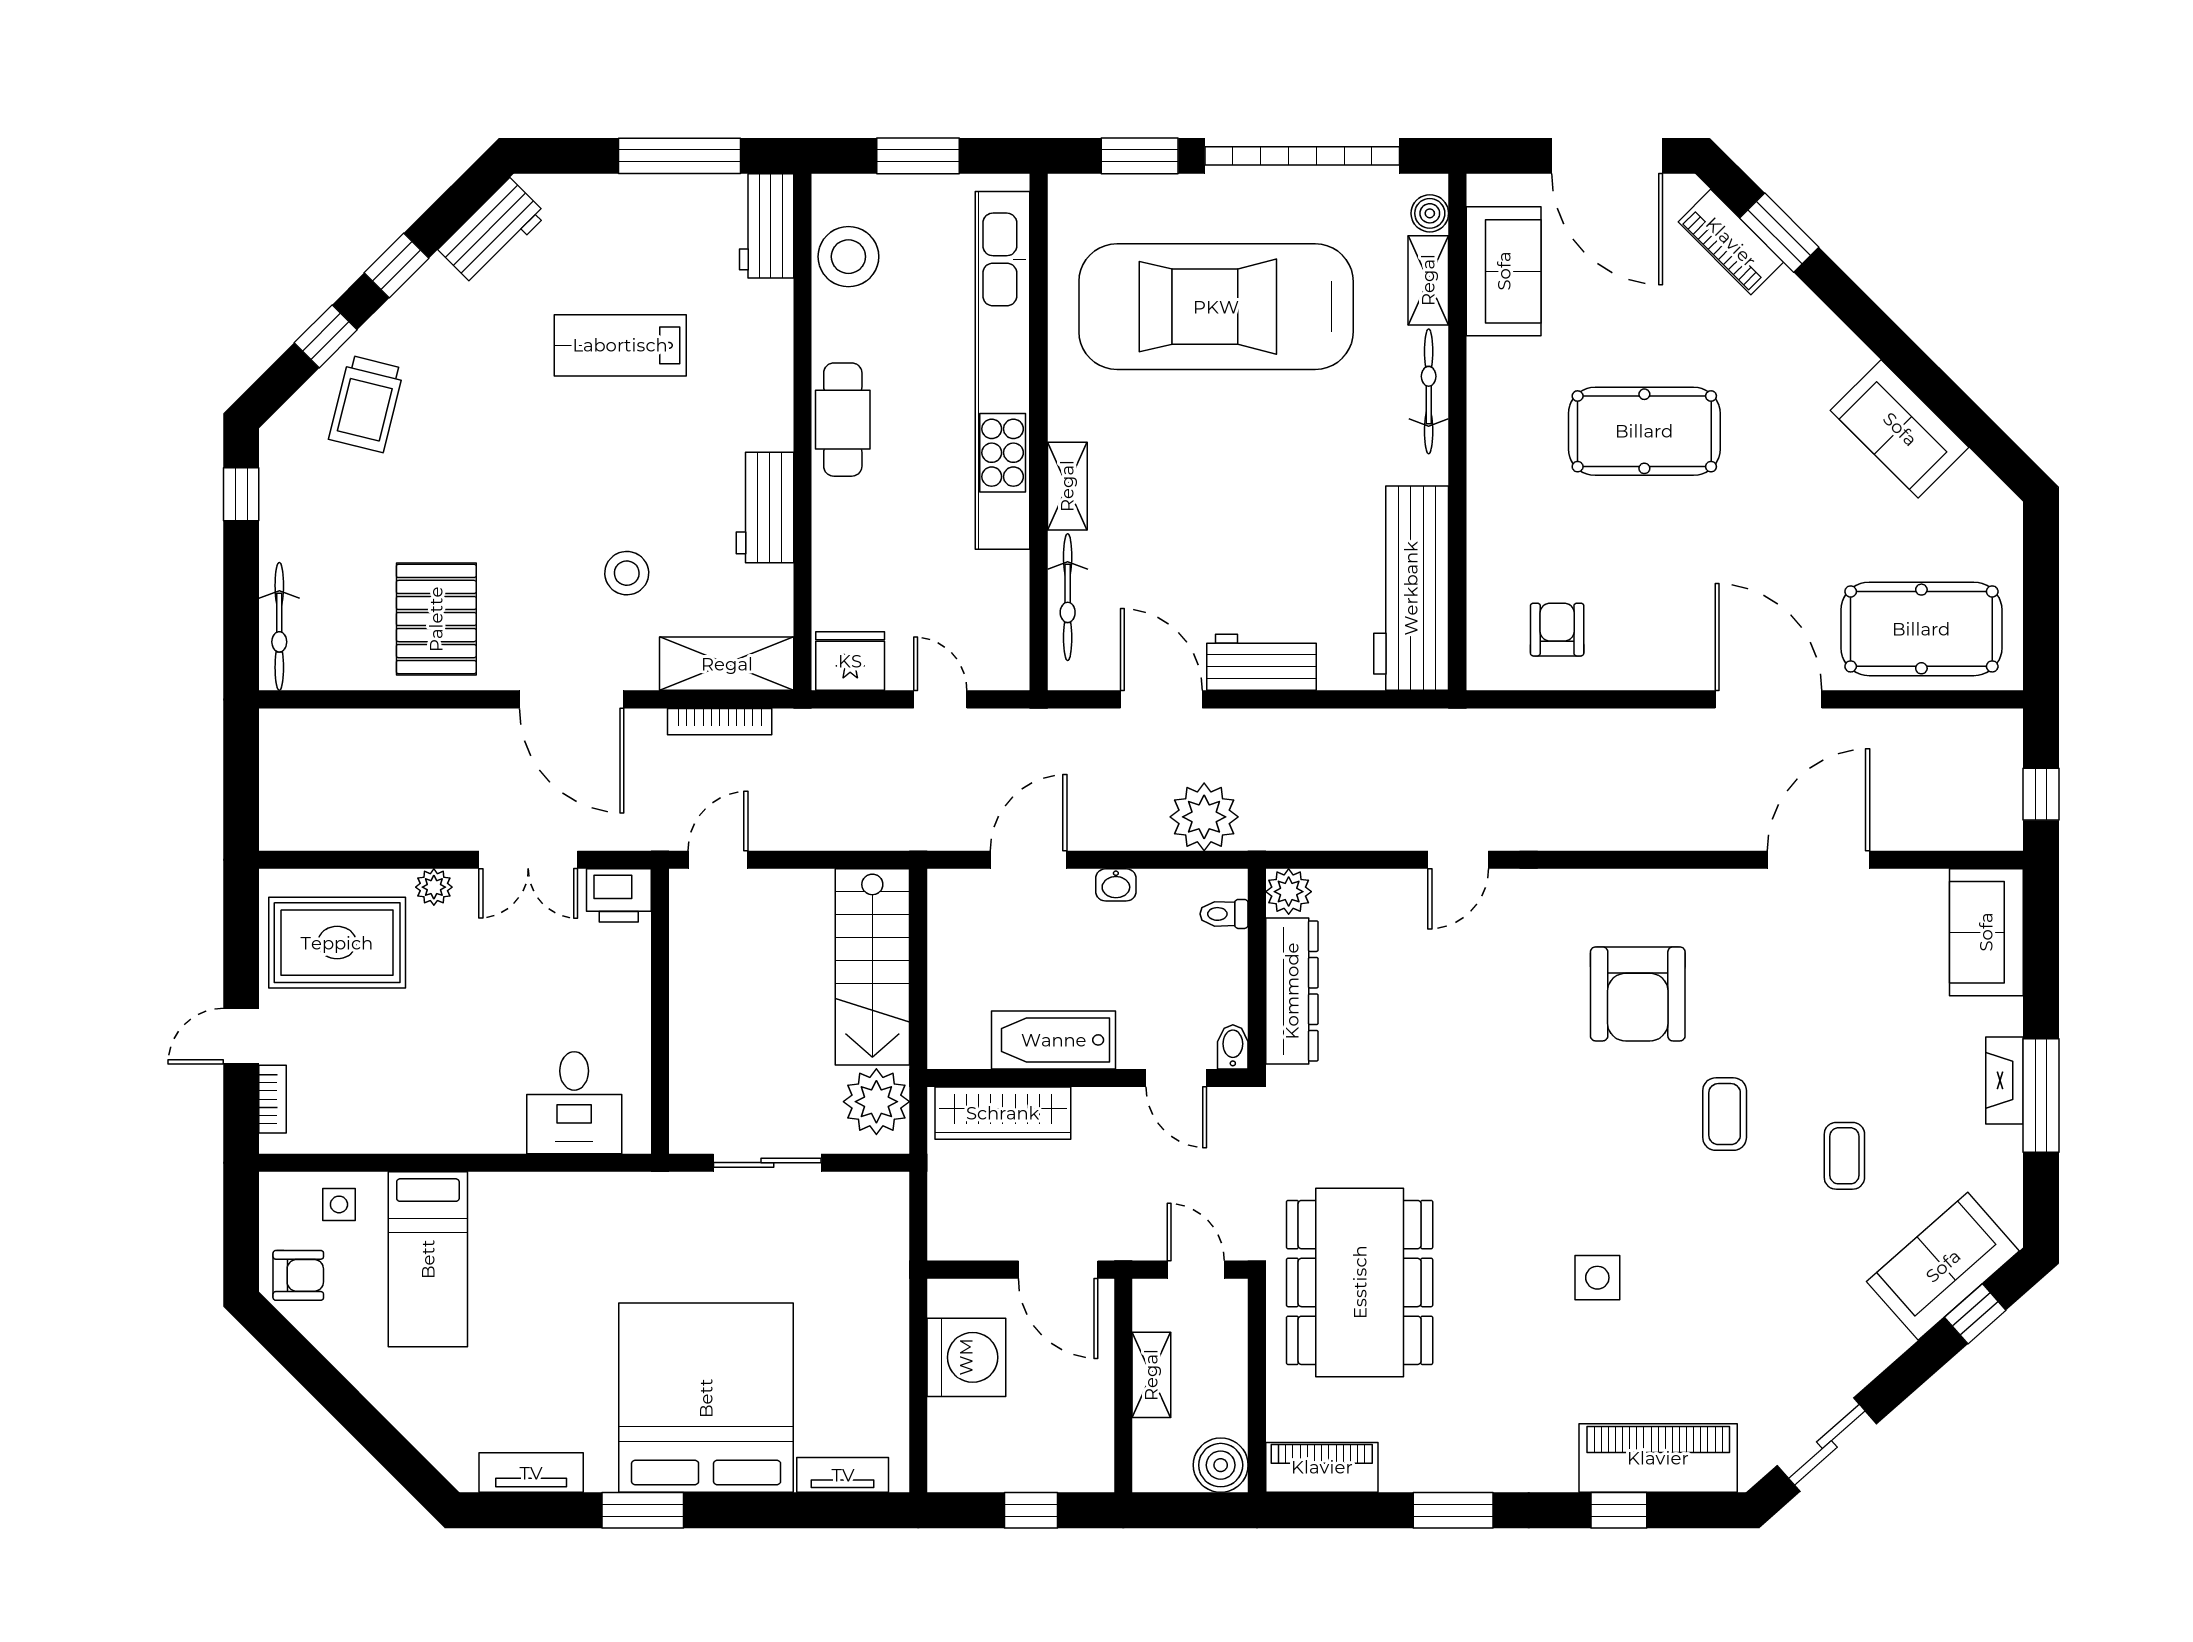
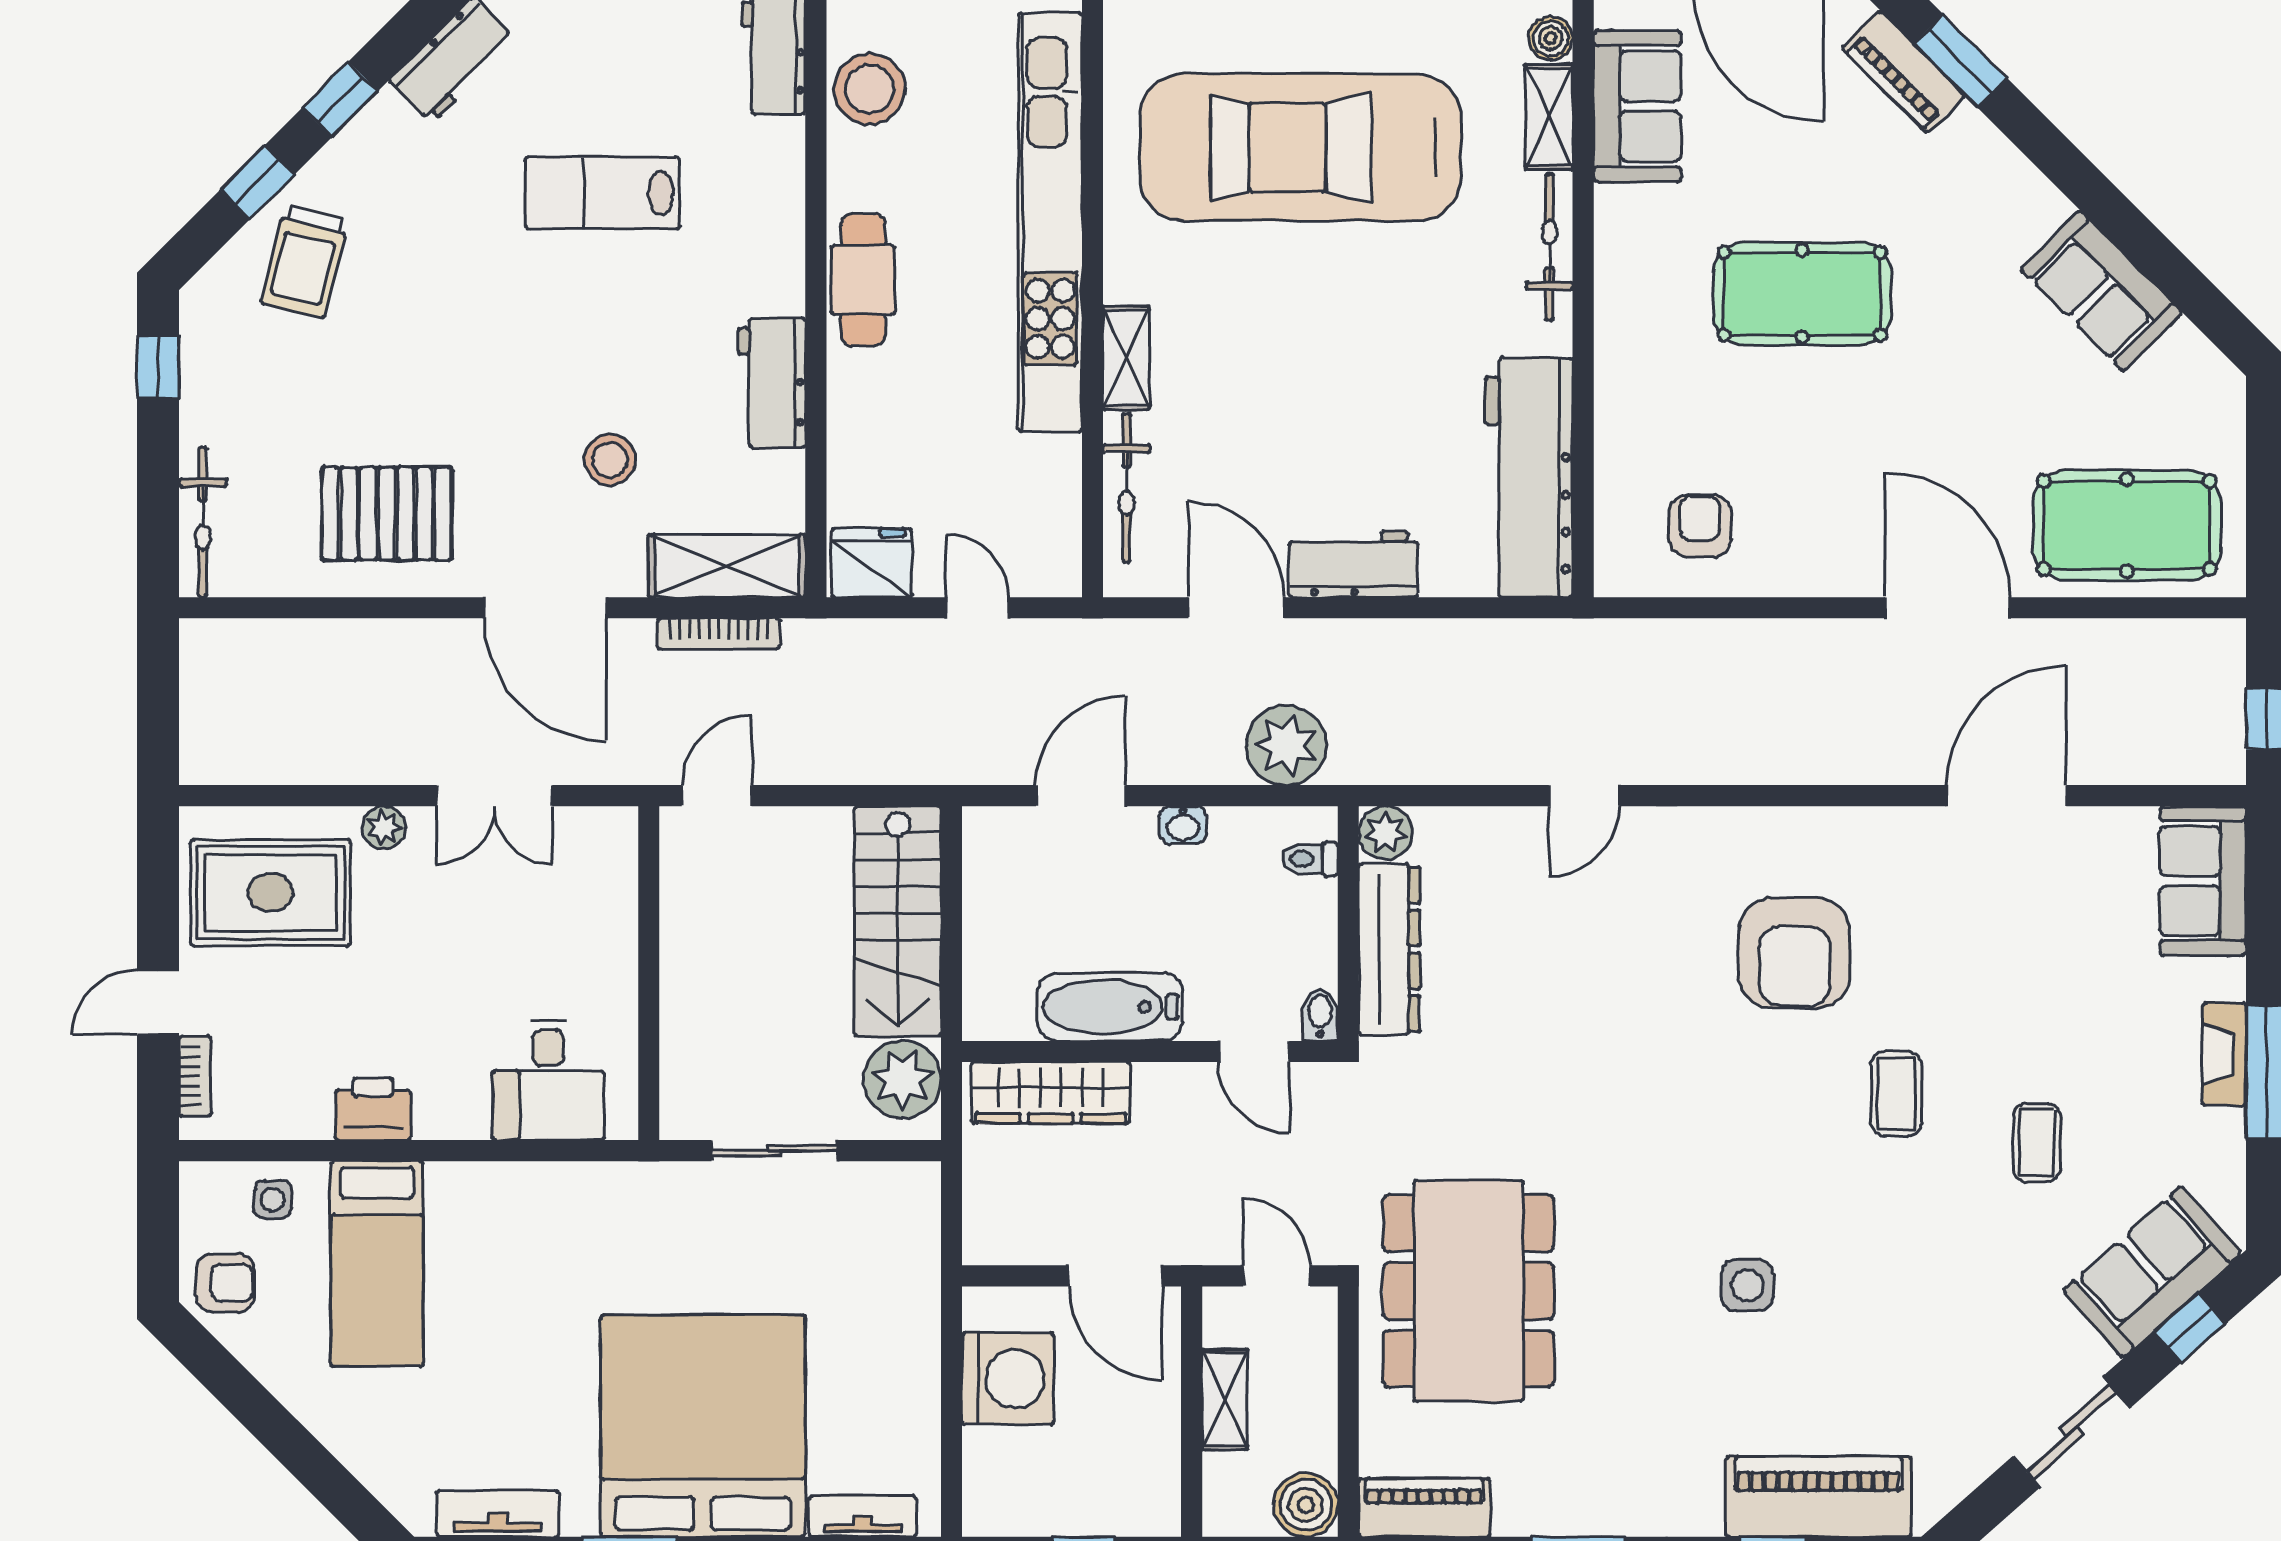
pallet: (436, 619) -> (387, 514), turned 90
printer: (619, 895) -> (373, 1109), moved, turned 180
sliding door: (1827, 1445) -> (2071, 1432), moved

